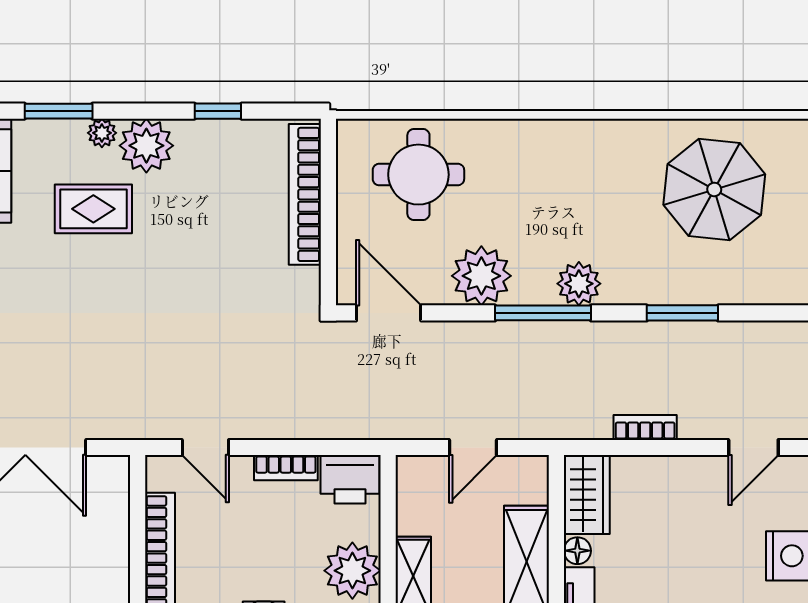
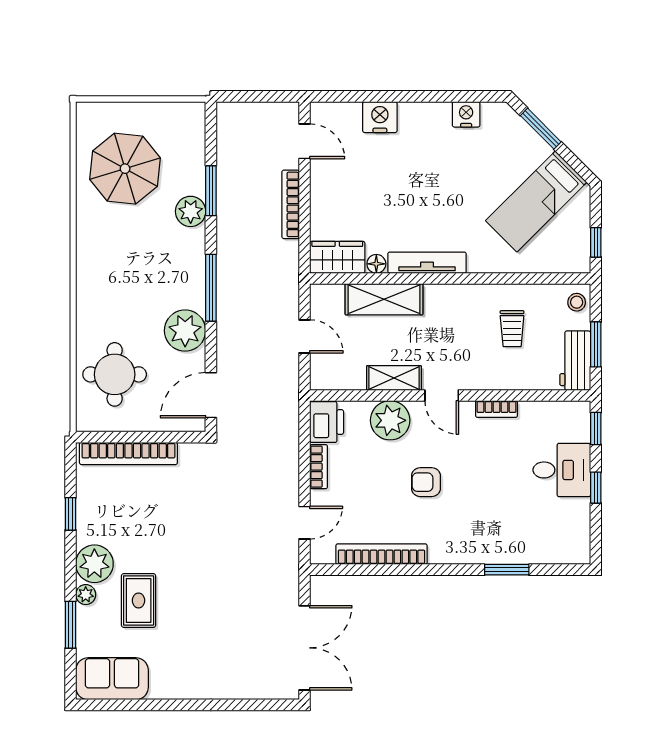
plant: (579, 284) -> (191, 211), moved
bookcase: (645, 427) -> (291, 204), width x1.56

